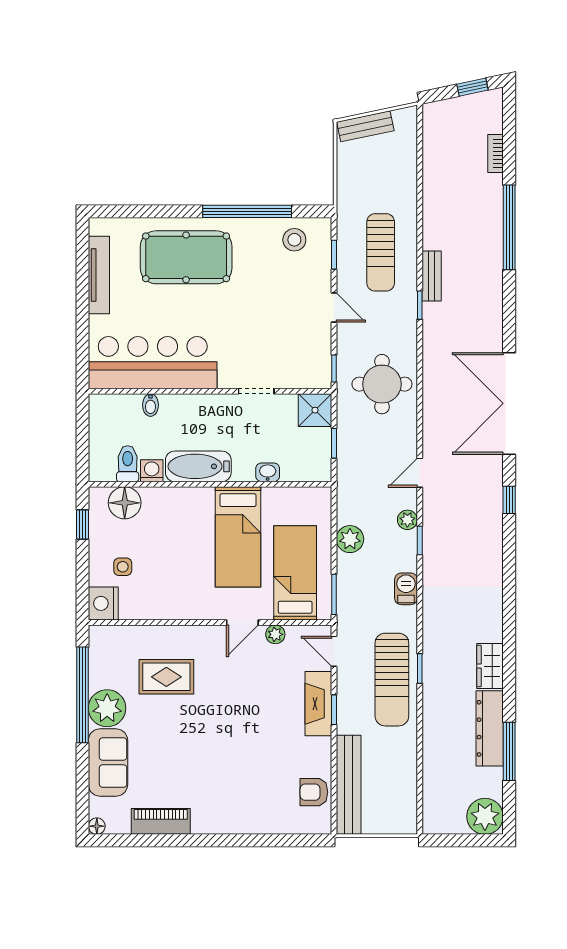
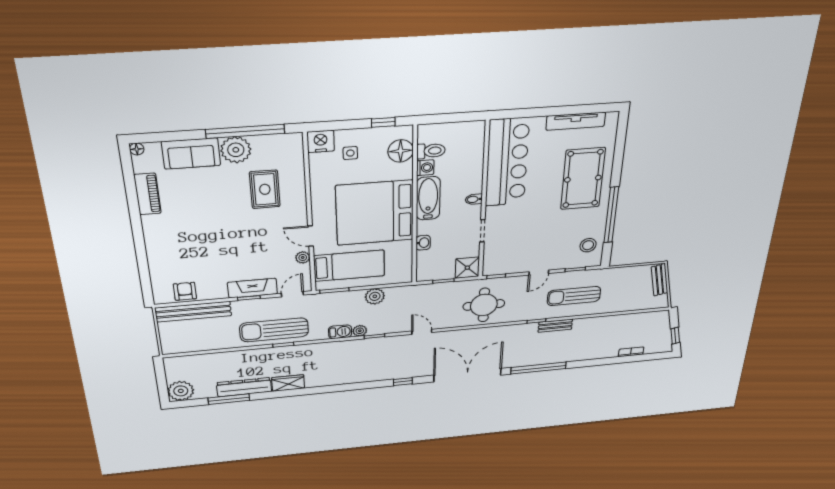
window: (509, 227) -> (538, 368), moved
bidet: (151, 405) -> (474, 199), moved
plant: (407, 520) -> (360, 331), moved
bed: (238, 537) -> (375, 213), width x2.04

